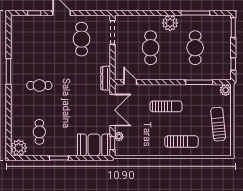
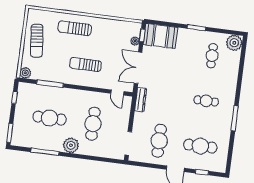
cafe table: (39, 39) -> (200, 146), added
cafe table: (195, 48) -> (50, 118), turned 90

